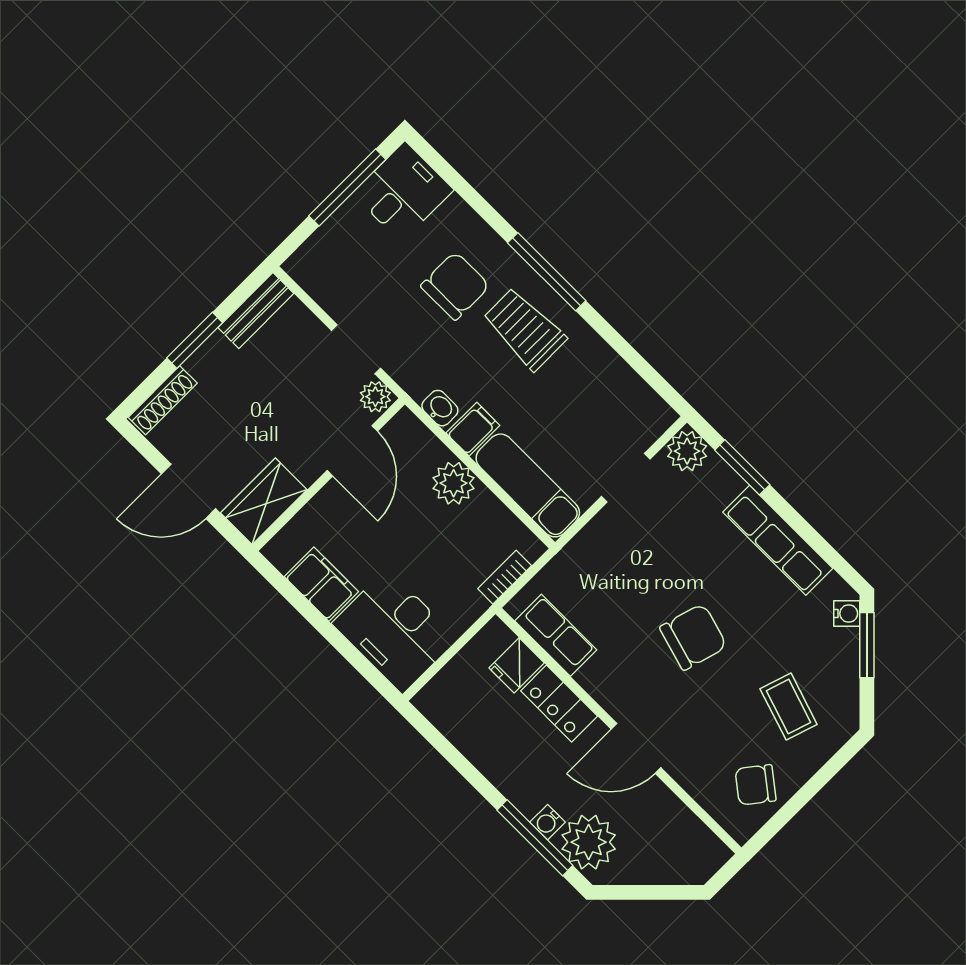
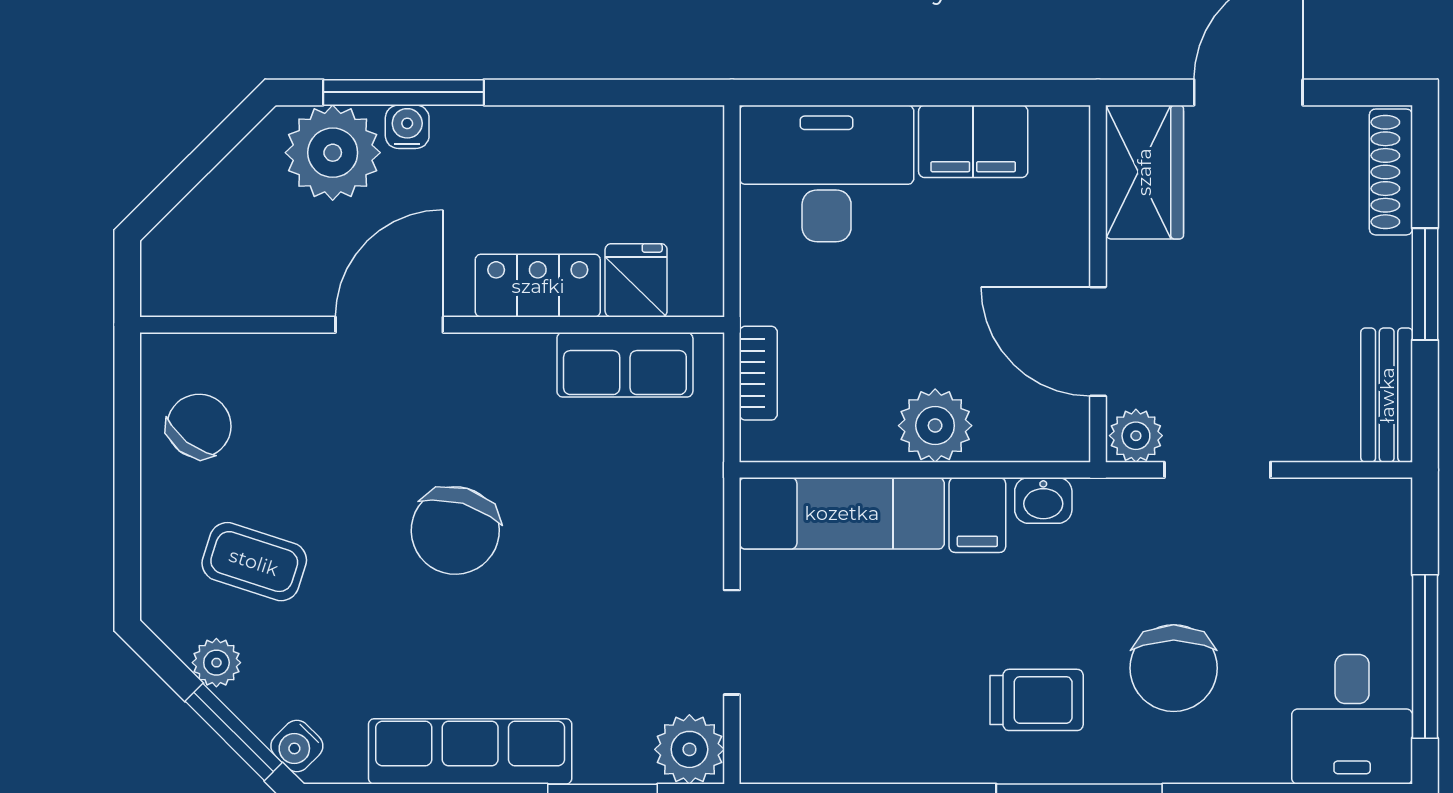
trolley: (524, 329) -> (1037, 700), width x0.73, depth x0.72
plant: (845, 681) -> (216, 663), added

